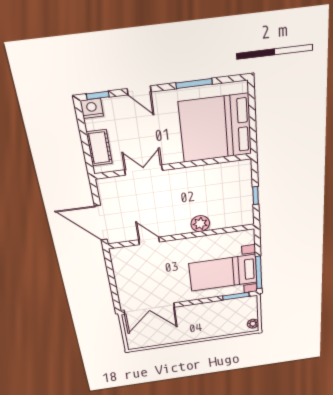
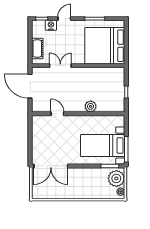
door: (139, 90) -> (64, 19), swing flipped
nightstand: (92, 108) -> (51, 25), moved
door: (101, 223) -> (30, 86), moved
plant: (246, 310) -> (116, 178), added

